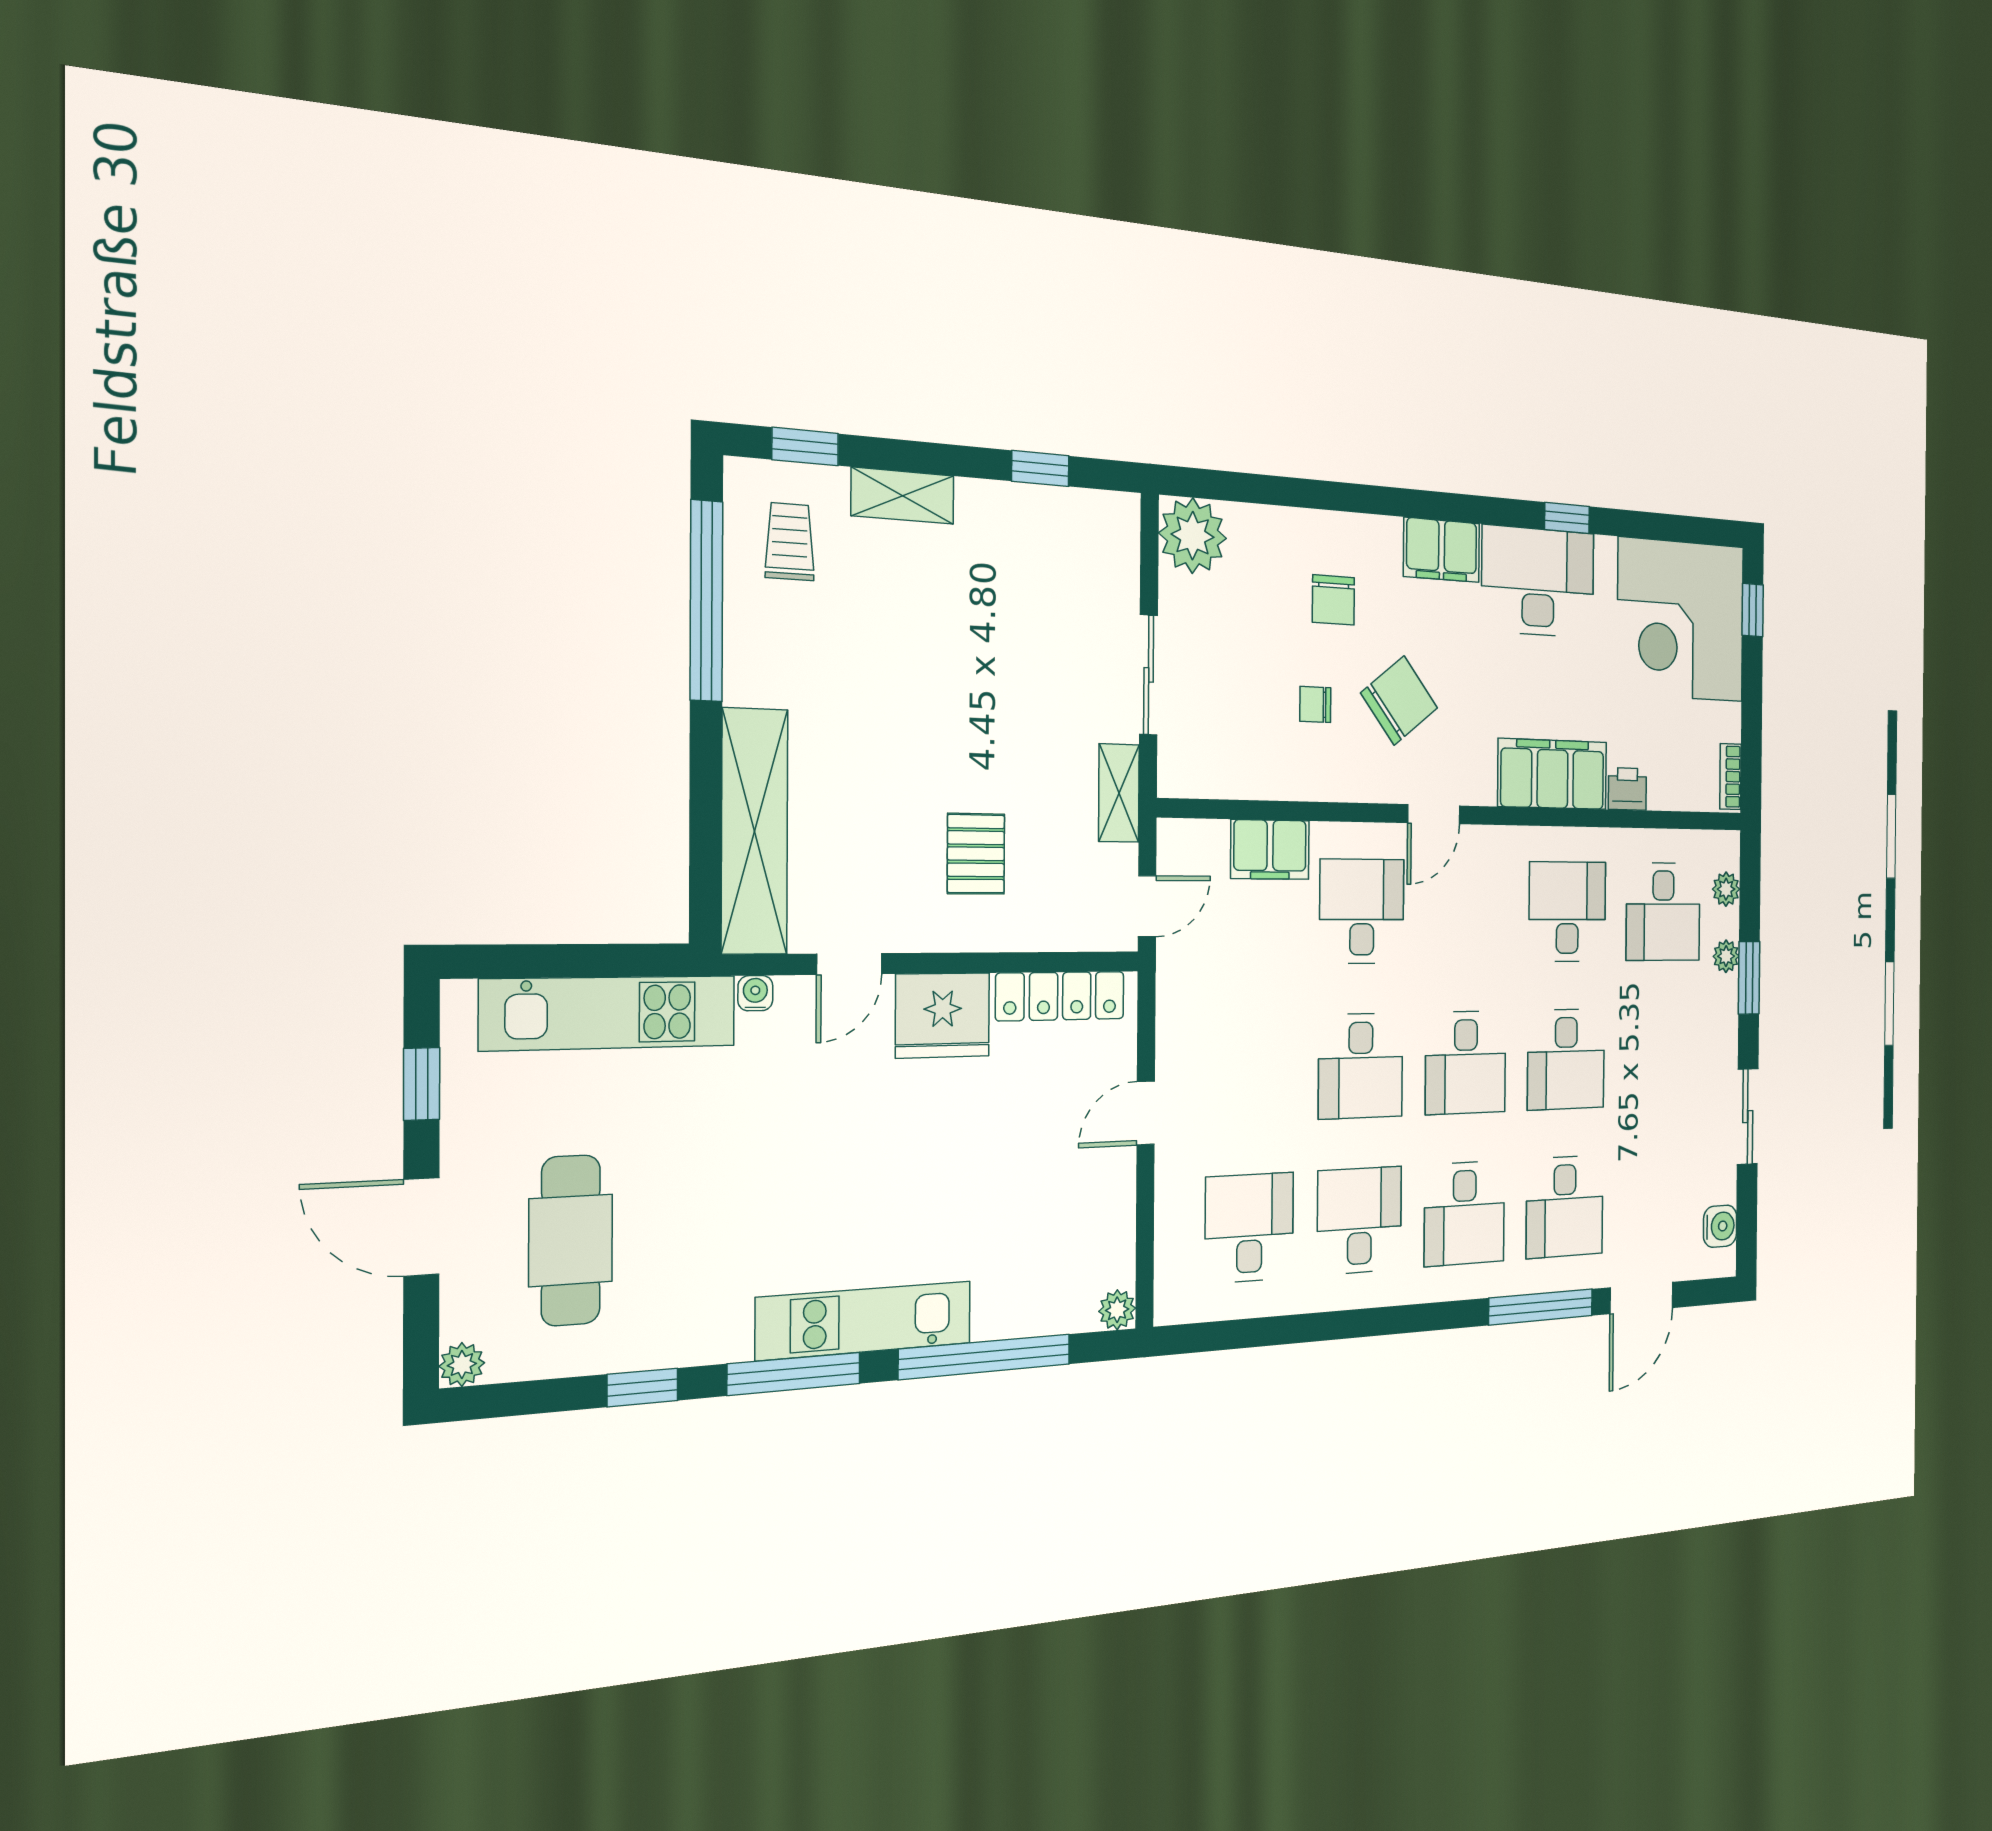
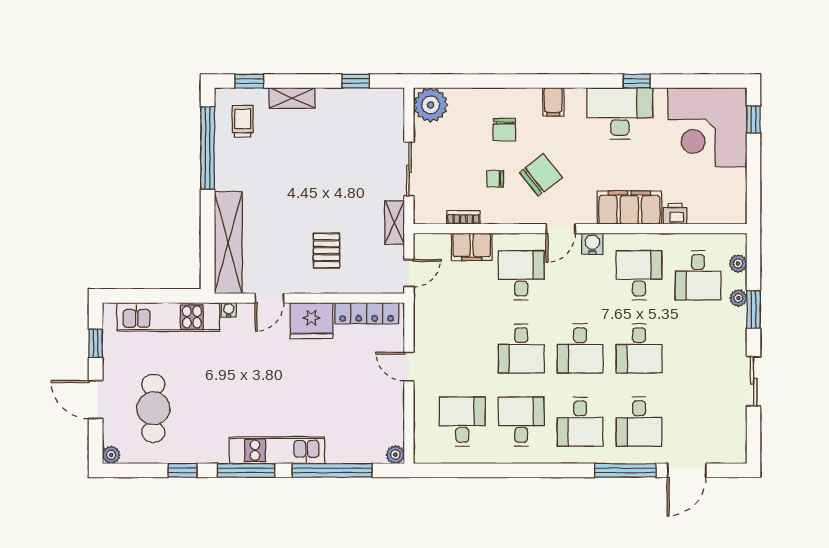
filing cabinet: (1442, 550) -> (553, 102), width x0.50
bookcase: (1730, 777) -> (463, 218), moved, turned 90
door: (1146, 1113) -> (409, 367), hinge flipped
water cooler: (1720, 1226) -> (592, 244), moved, turned -90

